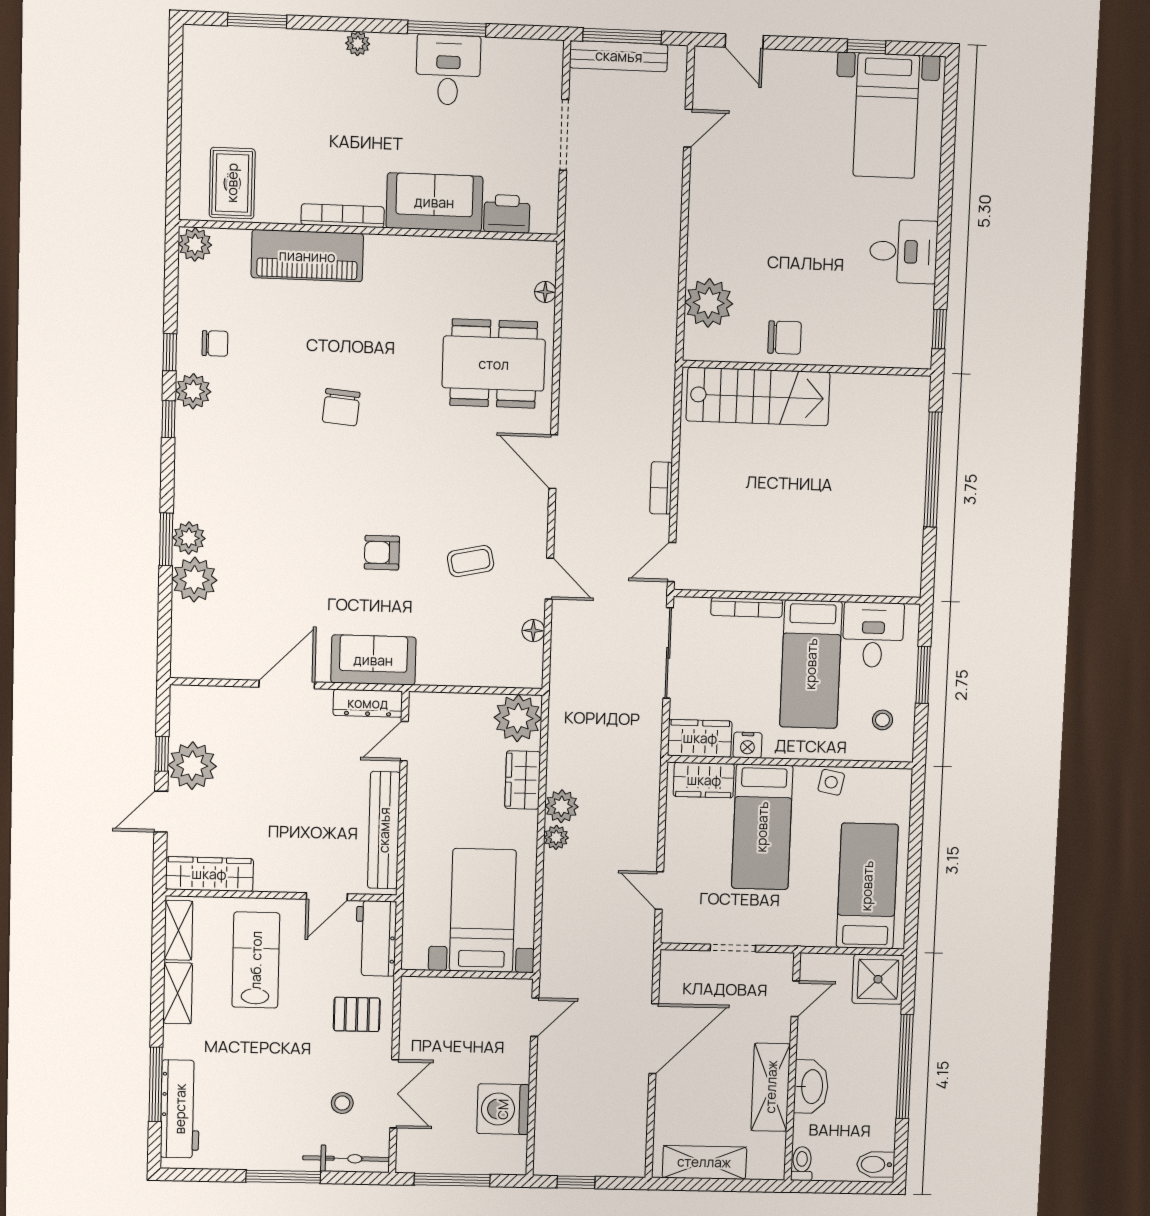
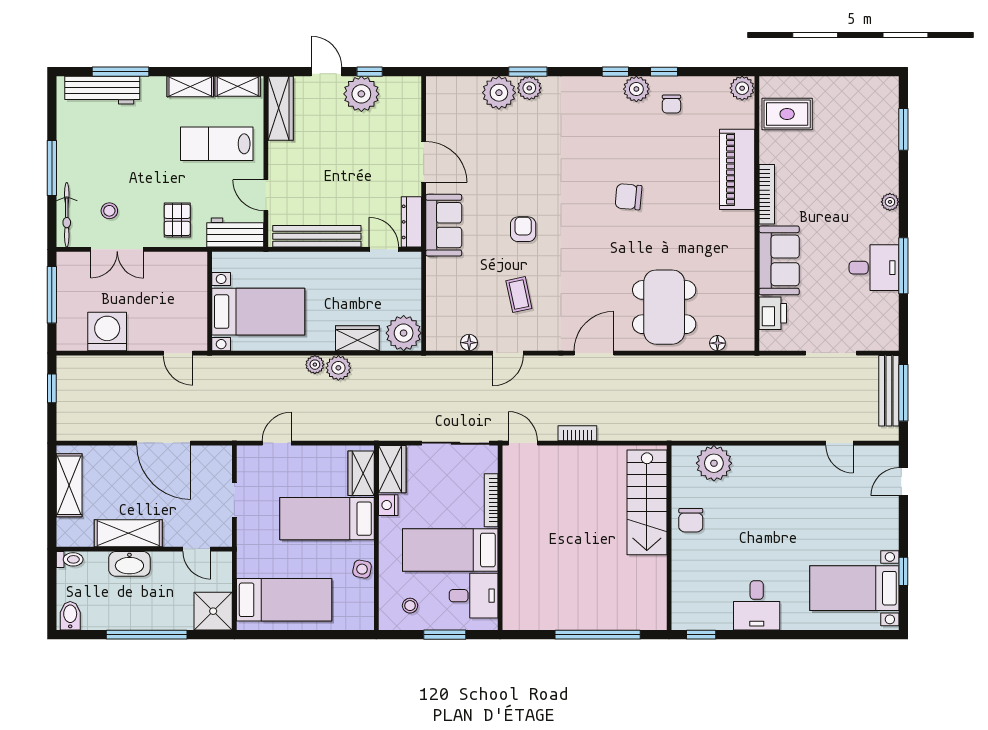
lab bench: (256, 960) -> (217, 144), turned 180

